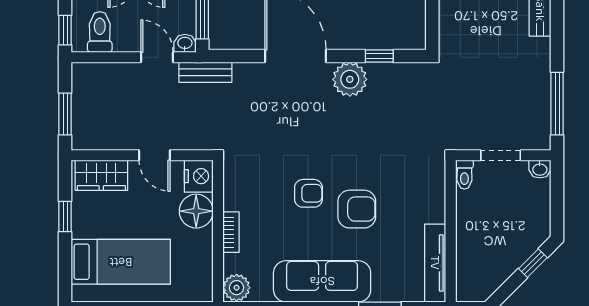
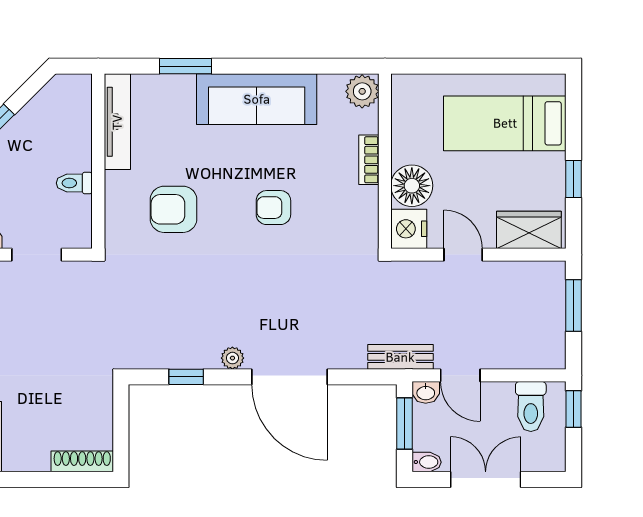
plant: (350, 79) -> (232, 358), width x0.53, depth x0.53
toilet: (464, 175) -> (74, 183), moved, turned -90
armchair: (357, 209) -> (173, 209), moved

